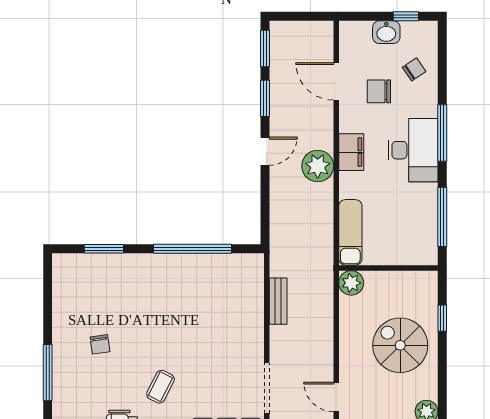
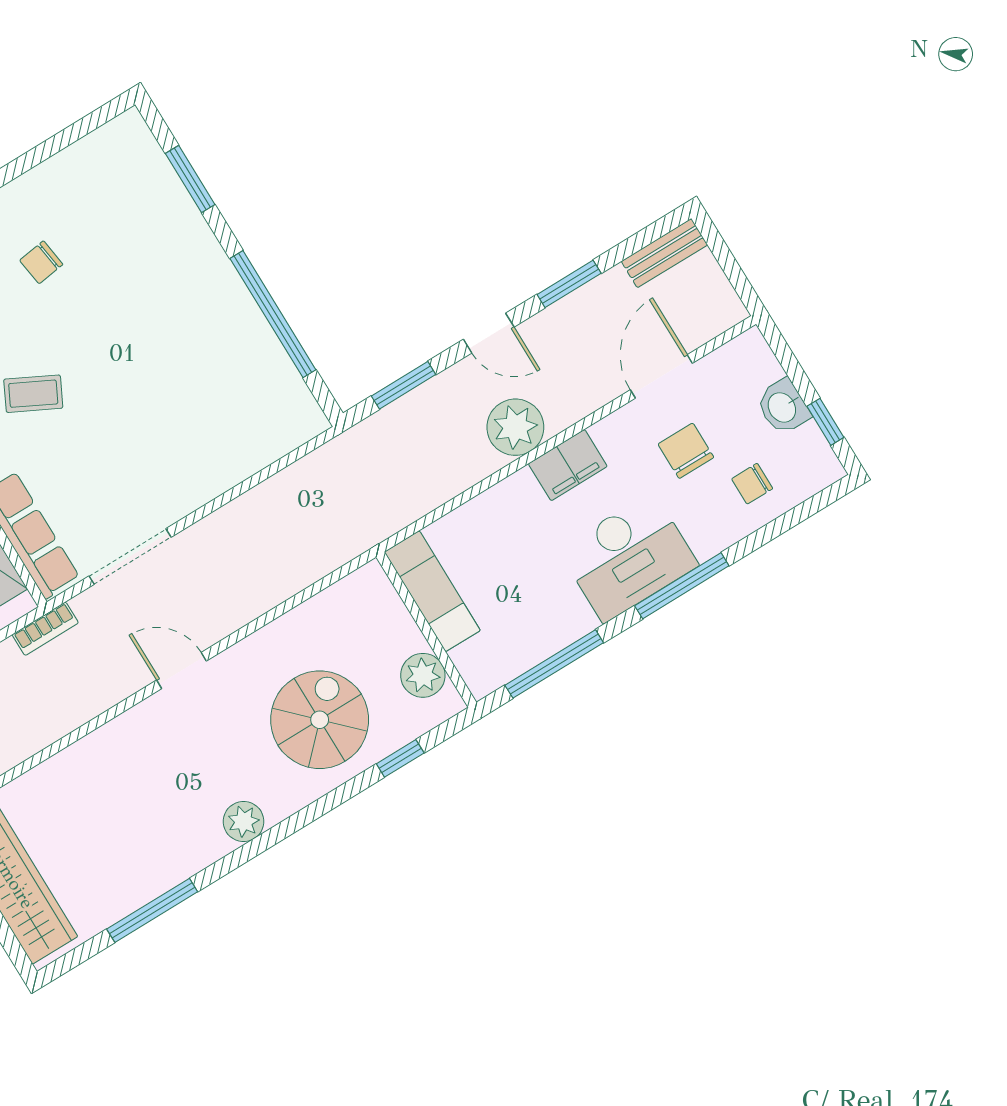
window: (265, 48) -> (404, 385), moved
chair: (414, 69) -> (752, 484), turned 124
exam couch: (350, 232) -> (432, 591), moved, turned -90
plant: (351, 283) -> (423, 675), moved
bench: (278, 301) -> (664, 253), moved
door: (336, 397) -> (181, 671), hinge flipped

